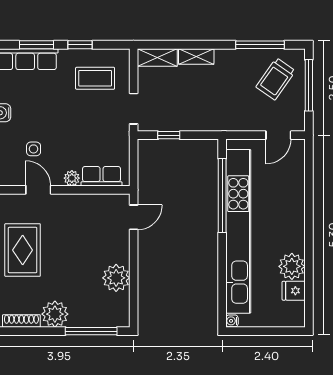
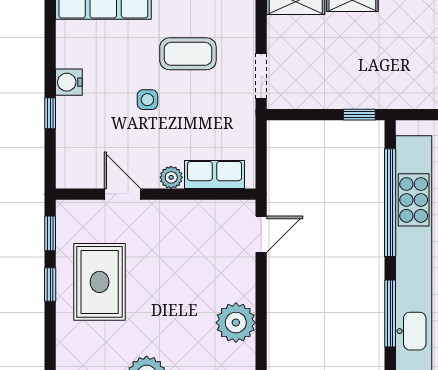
coffee table: (95, 78) -> (188, 54), moved
window: (169, 135) -> (359, 115), moved
side table: (34, 149) -> (147, 100), moved
window: (222, 272) -> (390, 313), added

